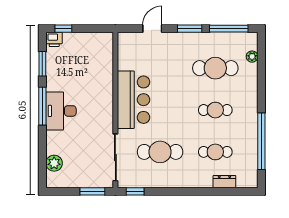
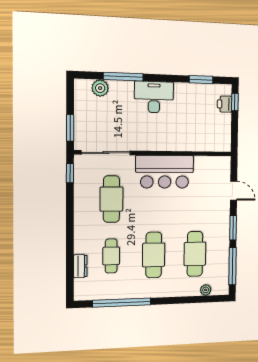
printer: (54, 39) -> (224, 104), moved
window: (42, 106) -> (123, 77), moved
cafe table: (215, 110) -> (154, 255), width x1.37, depth x1.35

